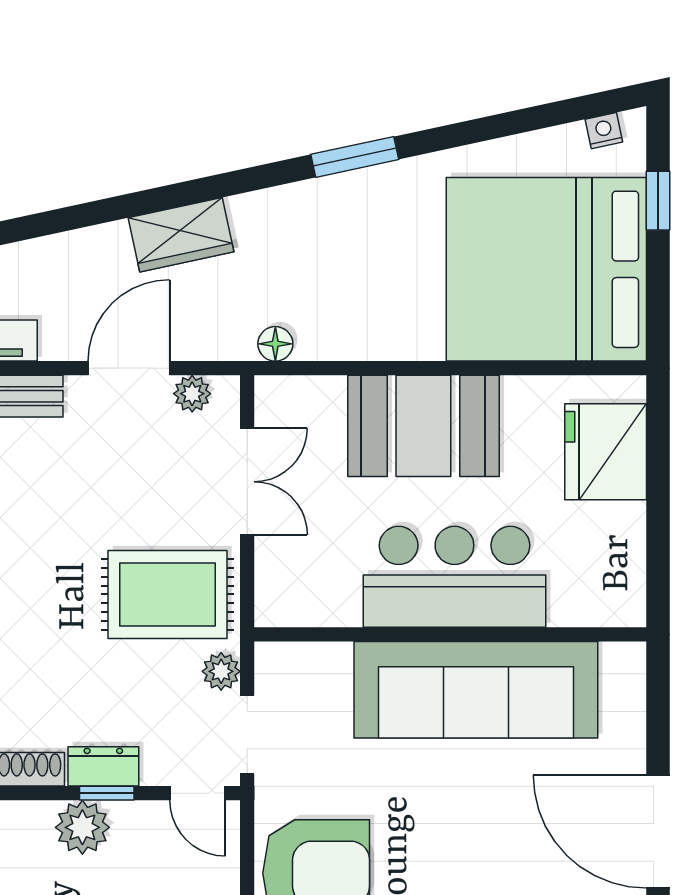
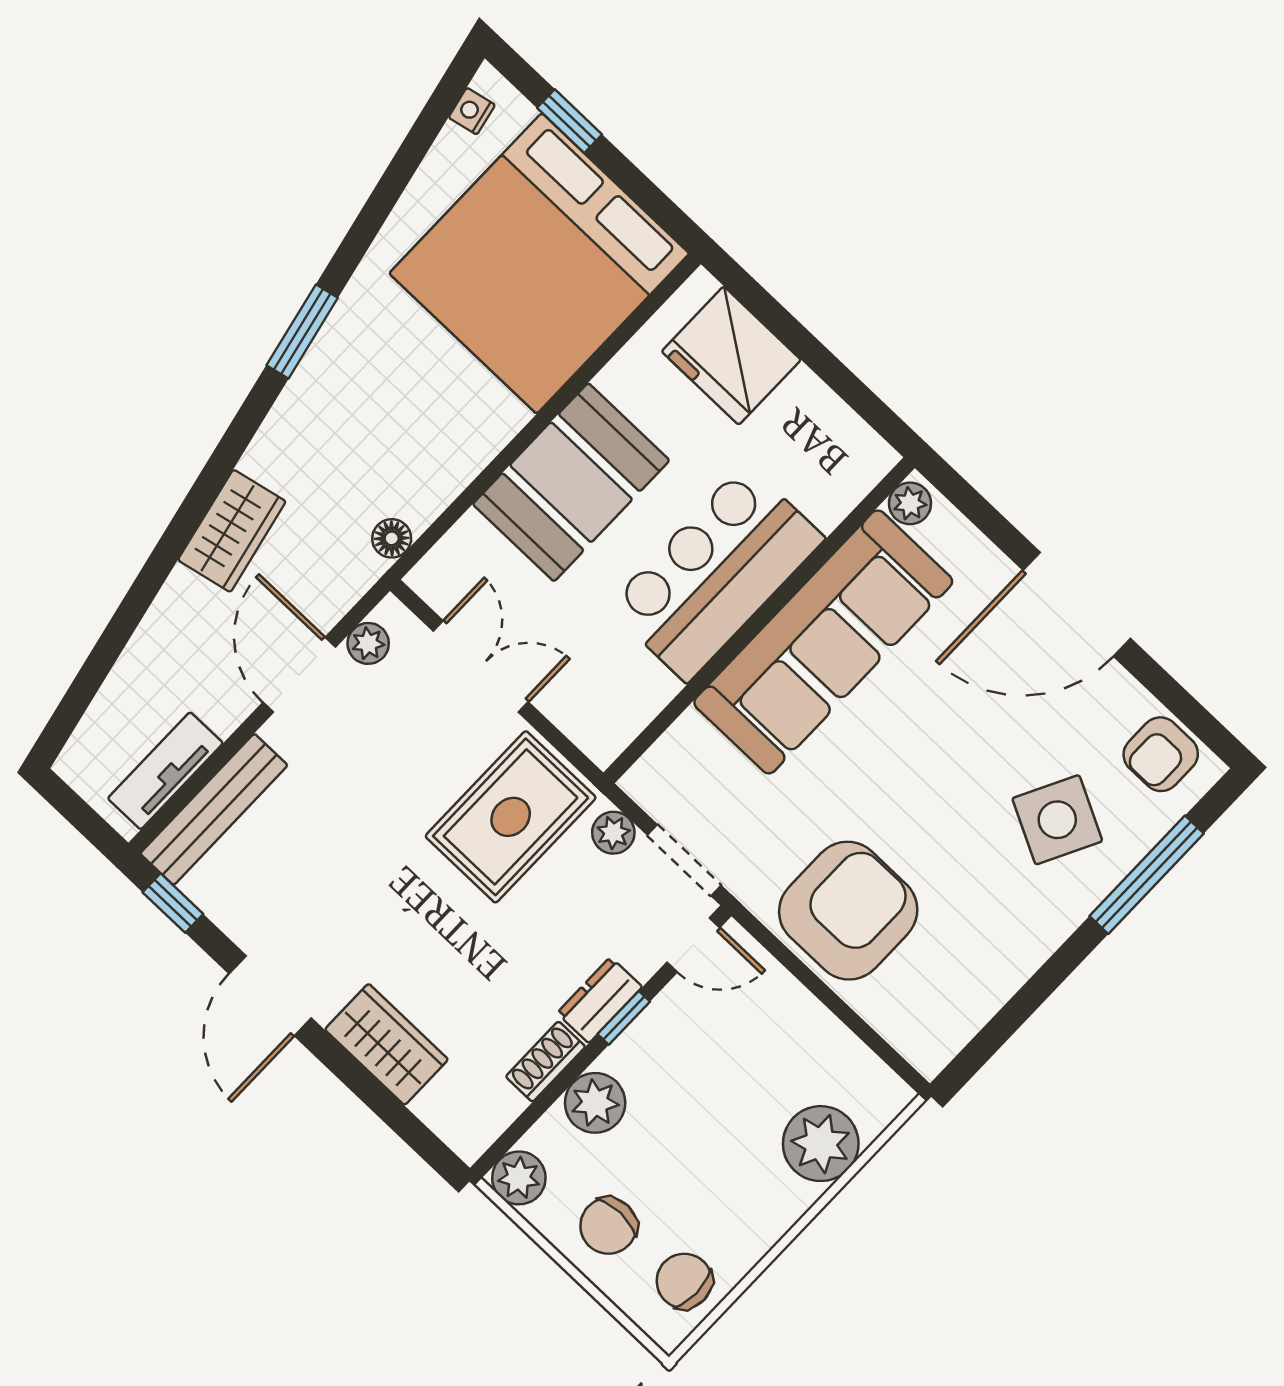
plant: (620, 660) -> (910, 503), added
plant: (82, 827) -> (595, 1103), moved

